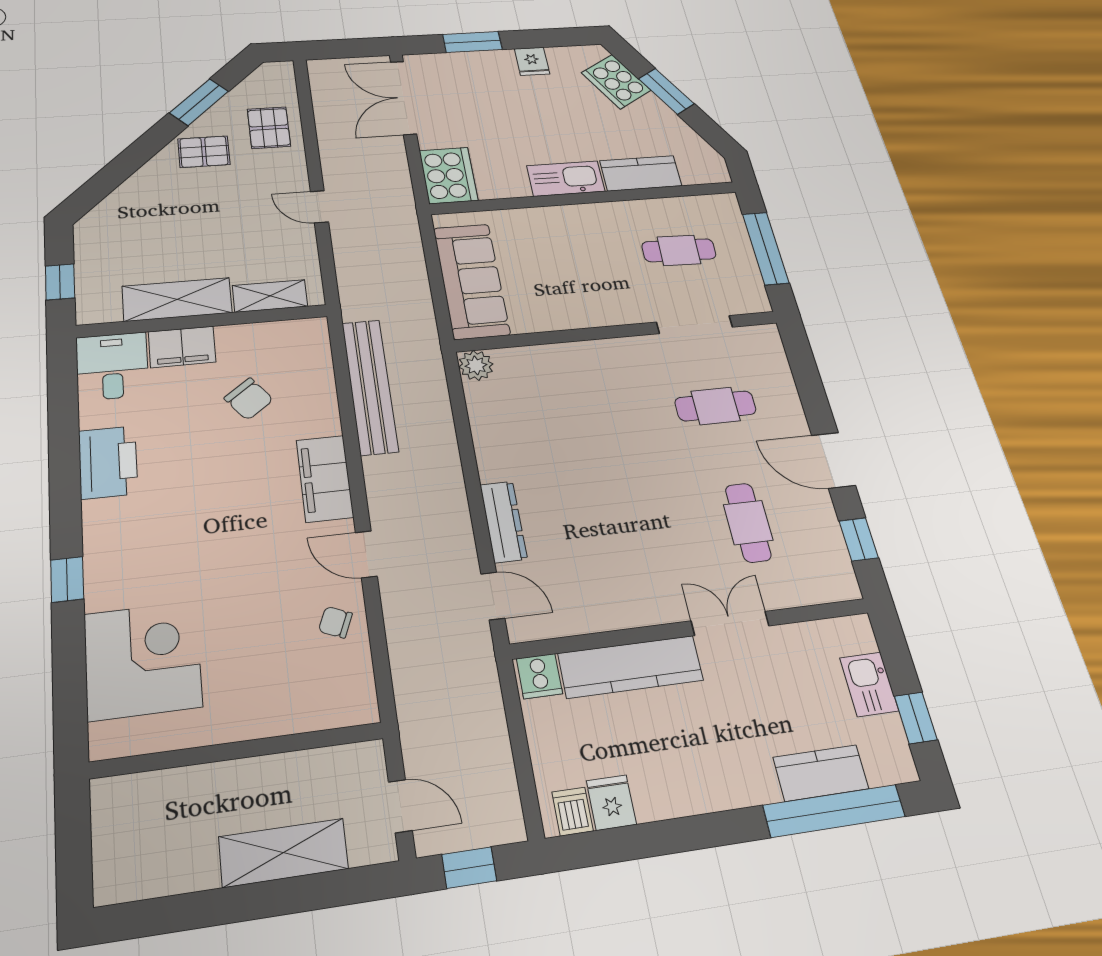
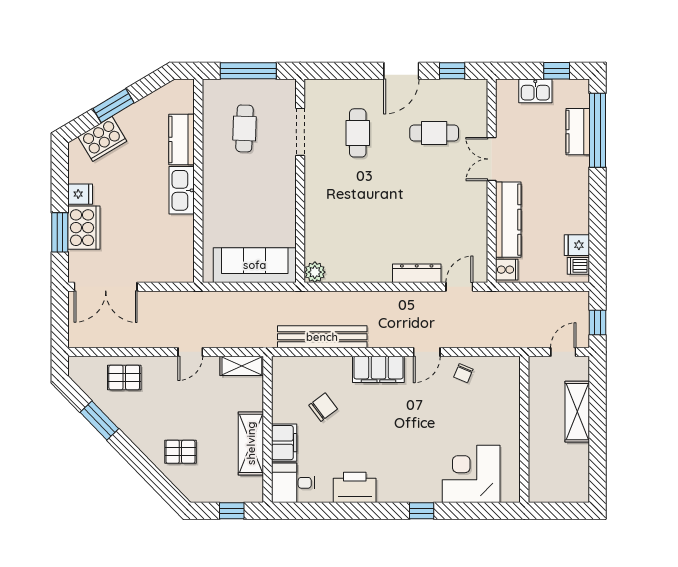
pallet: (204, 152) -> (180, 452), moved, turned 90
cooker: (448, 175) -> (84, 228), moved, turned 90
shelving: (270, 296) -> (242, 366), moved, turned 90

